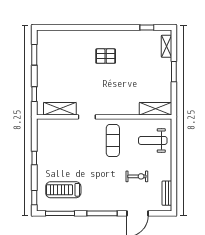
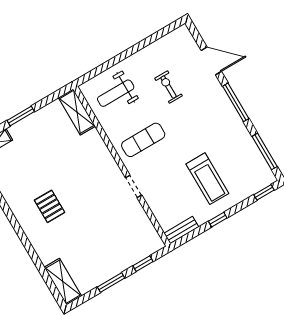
window: (34, 55) -> (111, 282), moved
shelving: (60, 109) -> (63, 282), moved
weight bench: (153, 140) -> (116, 93), turned 90
treadmill: (63, 190) -> (207, 179), moved
bench: (167, 193) -> (181, 230), moved

